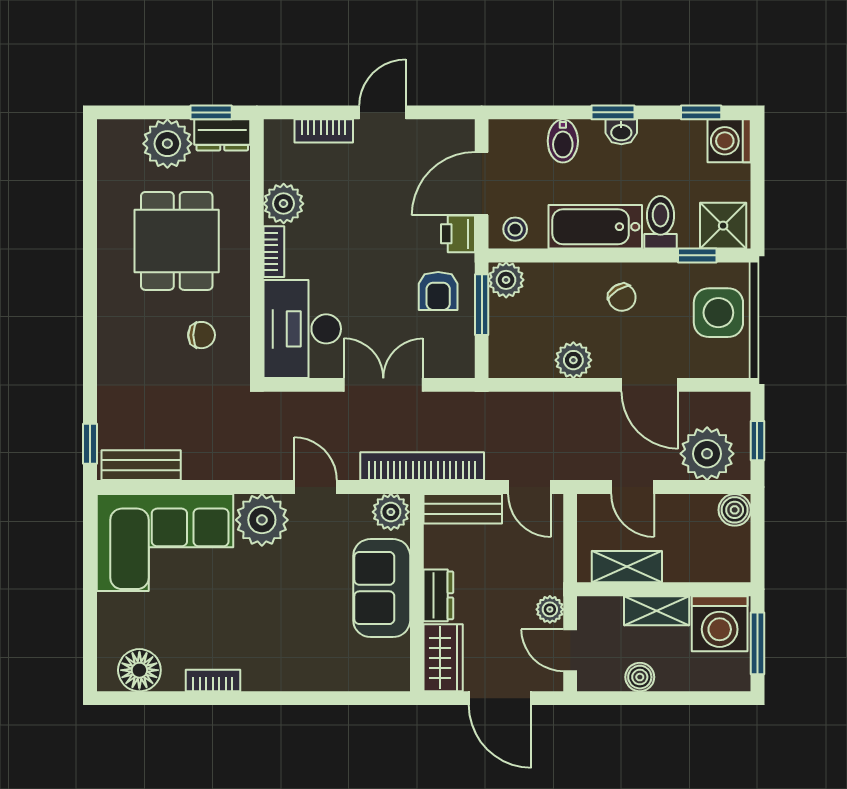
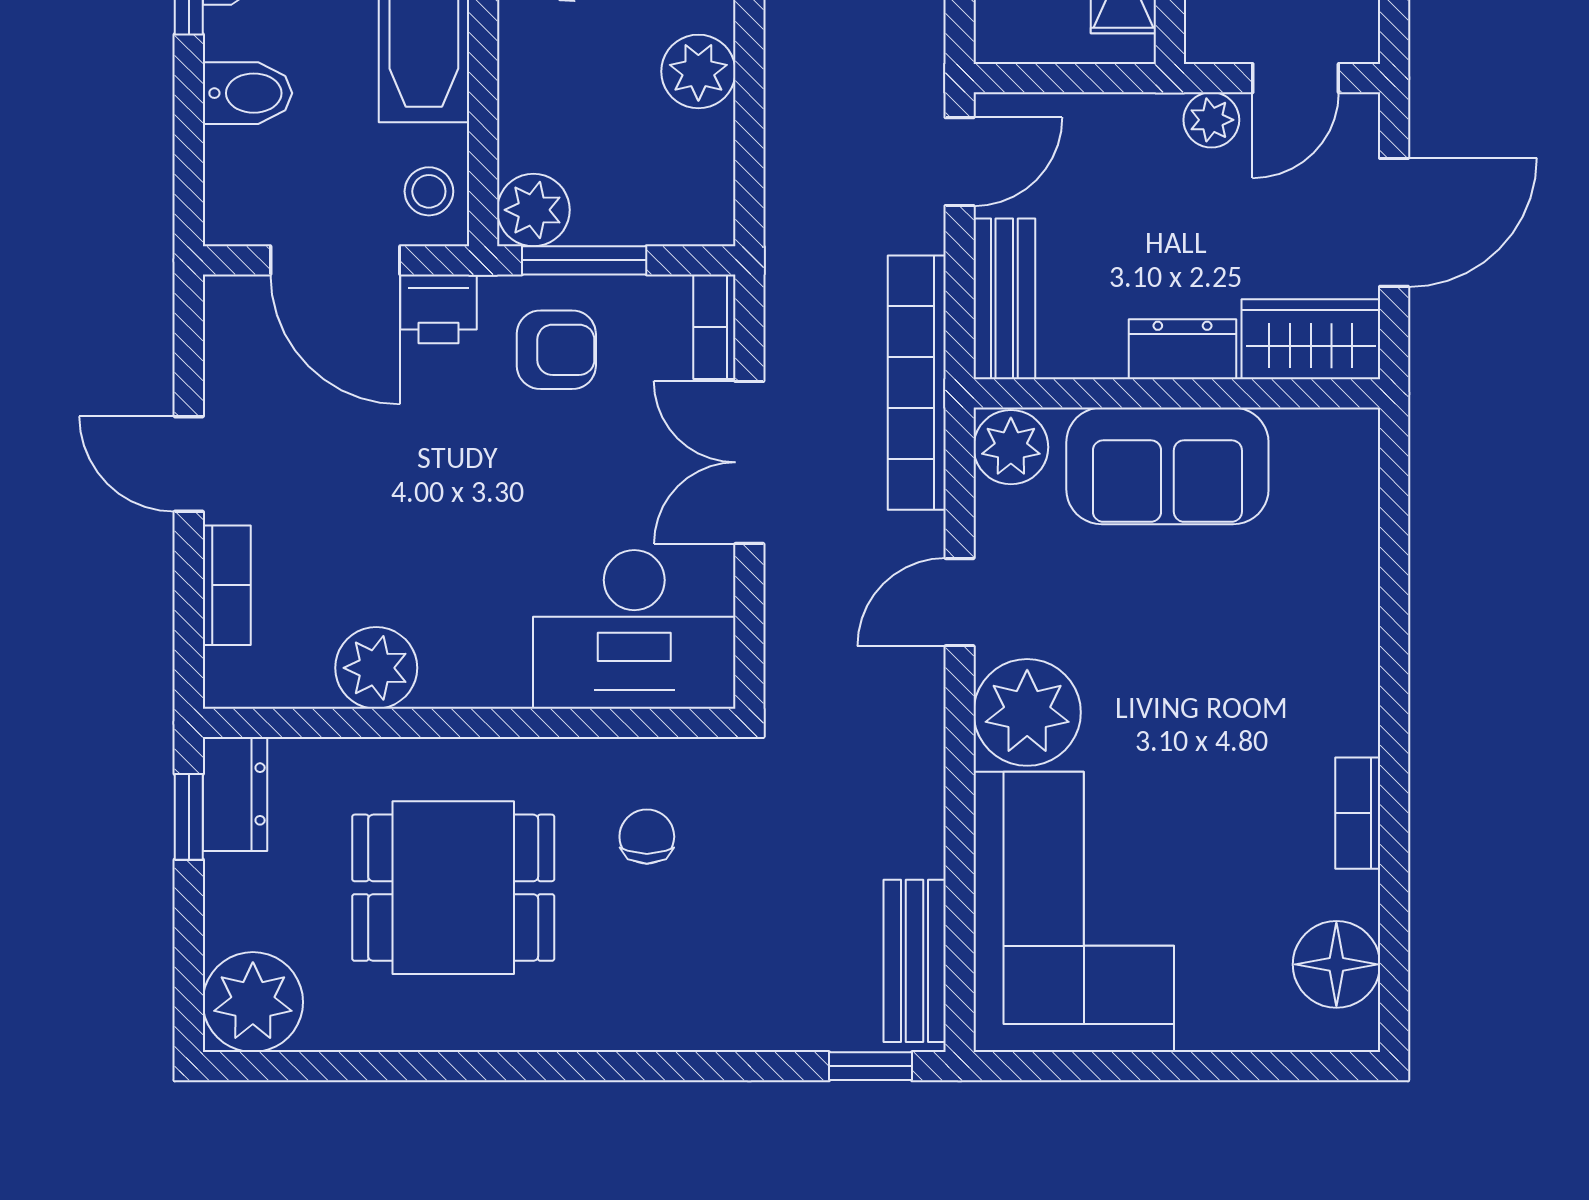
plant: (167, 144) -> (253, 1002), moved
bookcase: (274, 252) -> (714, 327), moved, turned -90

